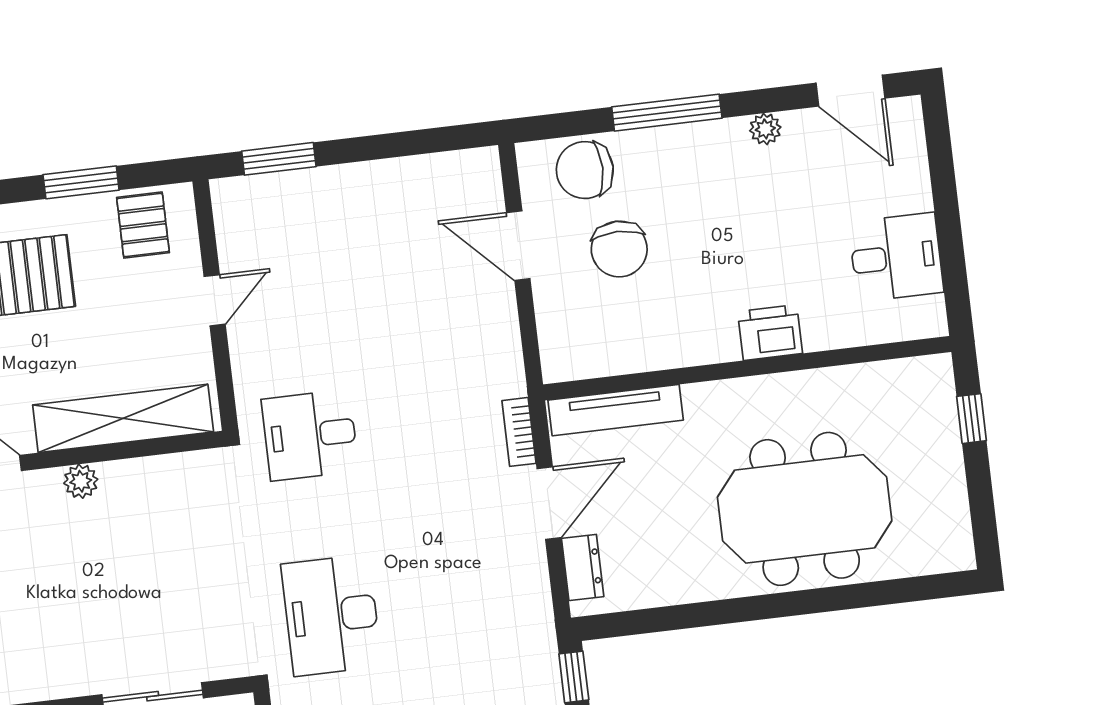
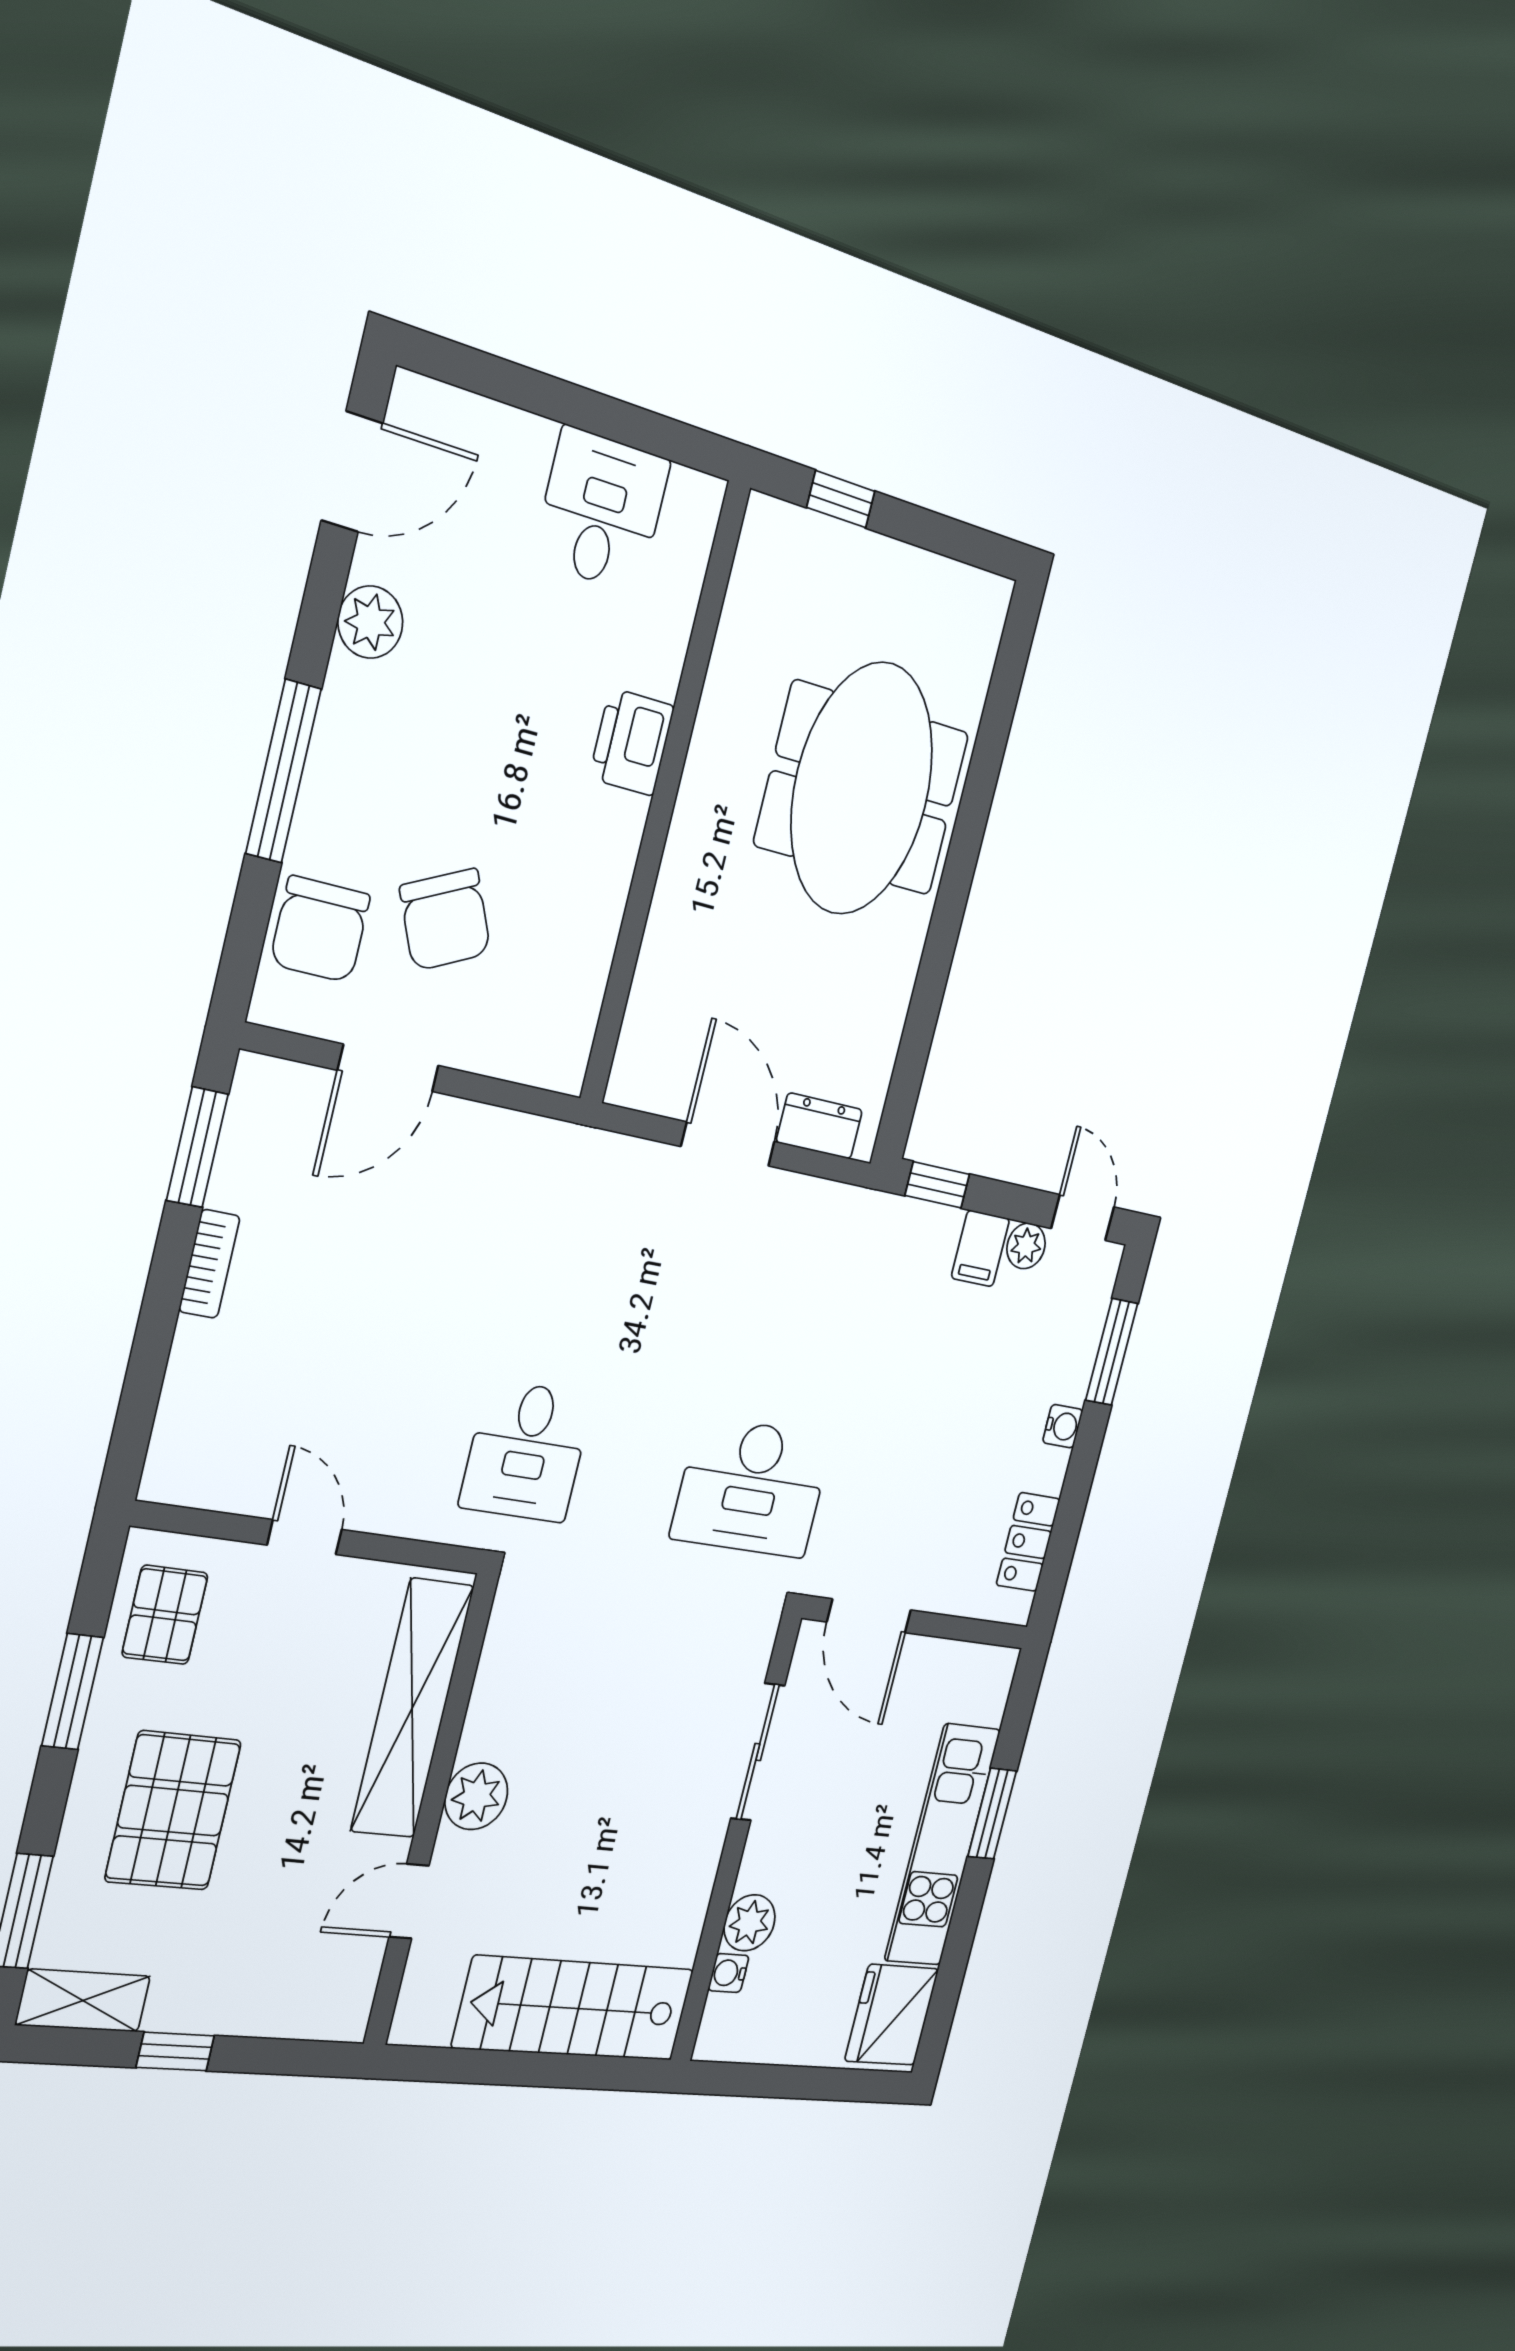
plant: (765, 129) -> (370, 622), width x1.38, depth x1.38
window: (279, 159) -> (197, 1147), moved
pallet: (143, 225) -> (165, 1615), turned 90
chair: (619, 249) -> (445, 920), turned 65
tv unit: (616, 410) -> (649, 1007), removed
bookcase: (519, 432) -> (209, 1264), moved, turned -90
plant: (81, 481) -> (476, 1796), width x1.38, depth x1.38

